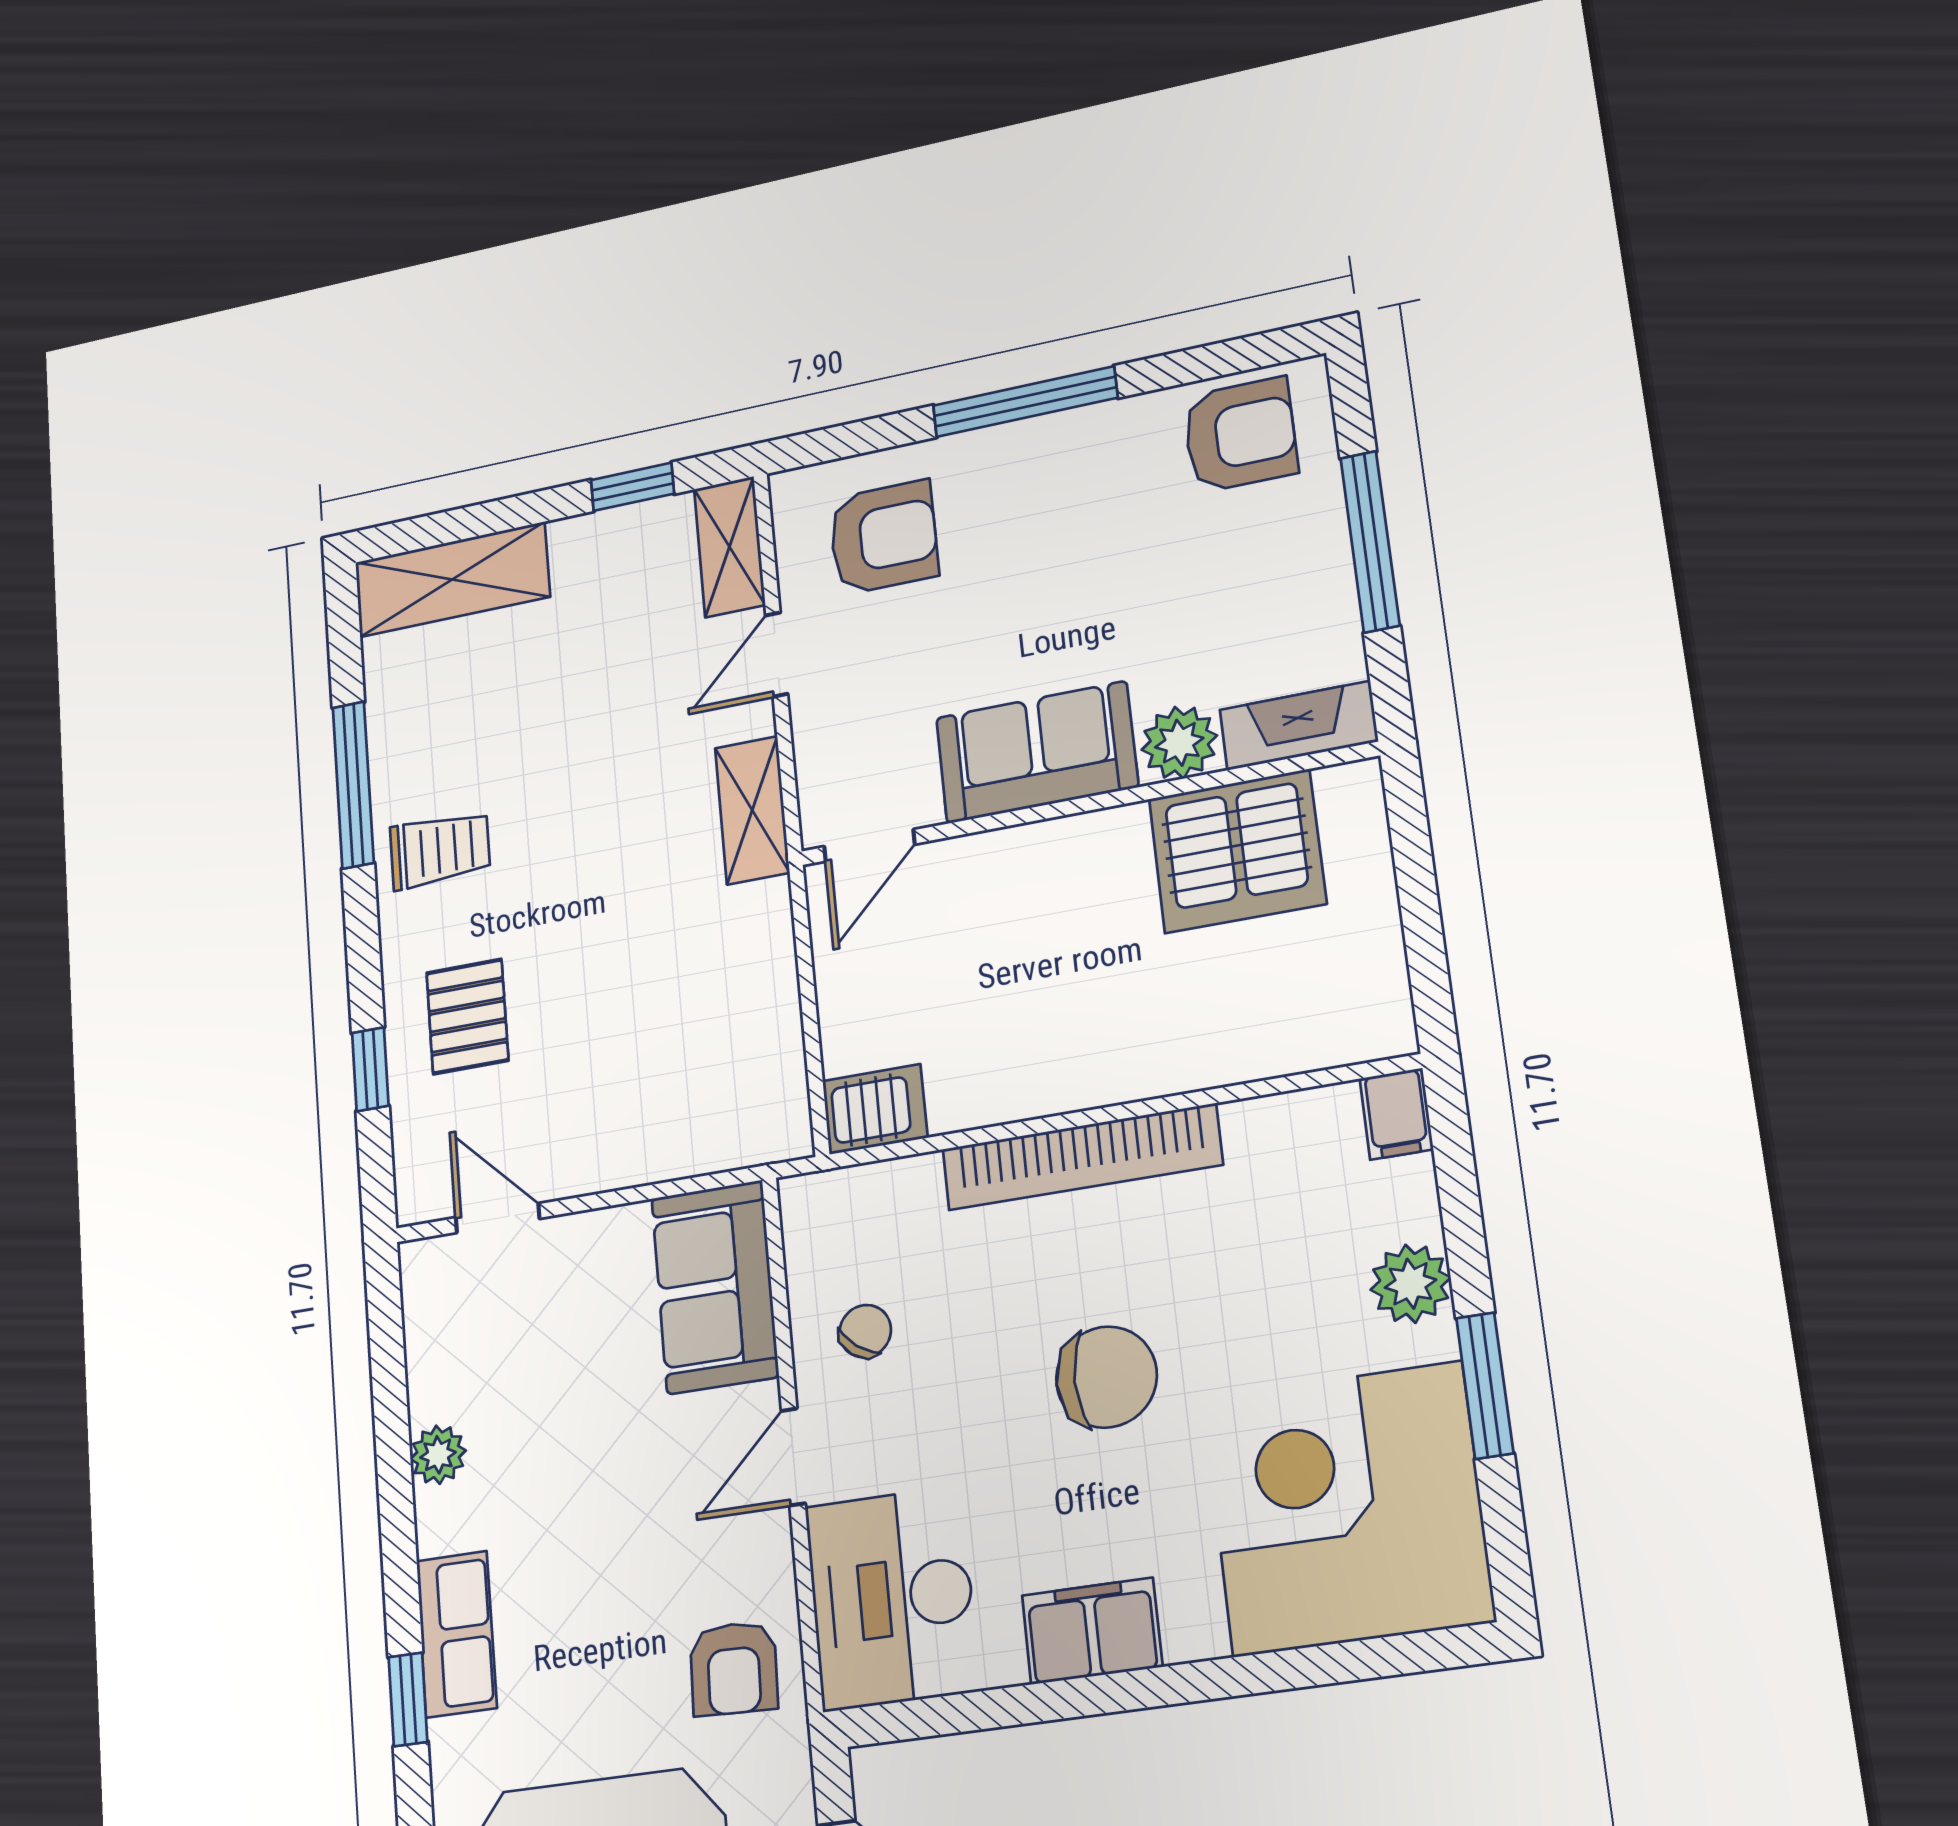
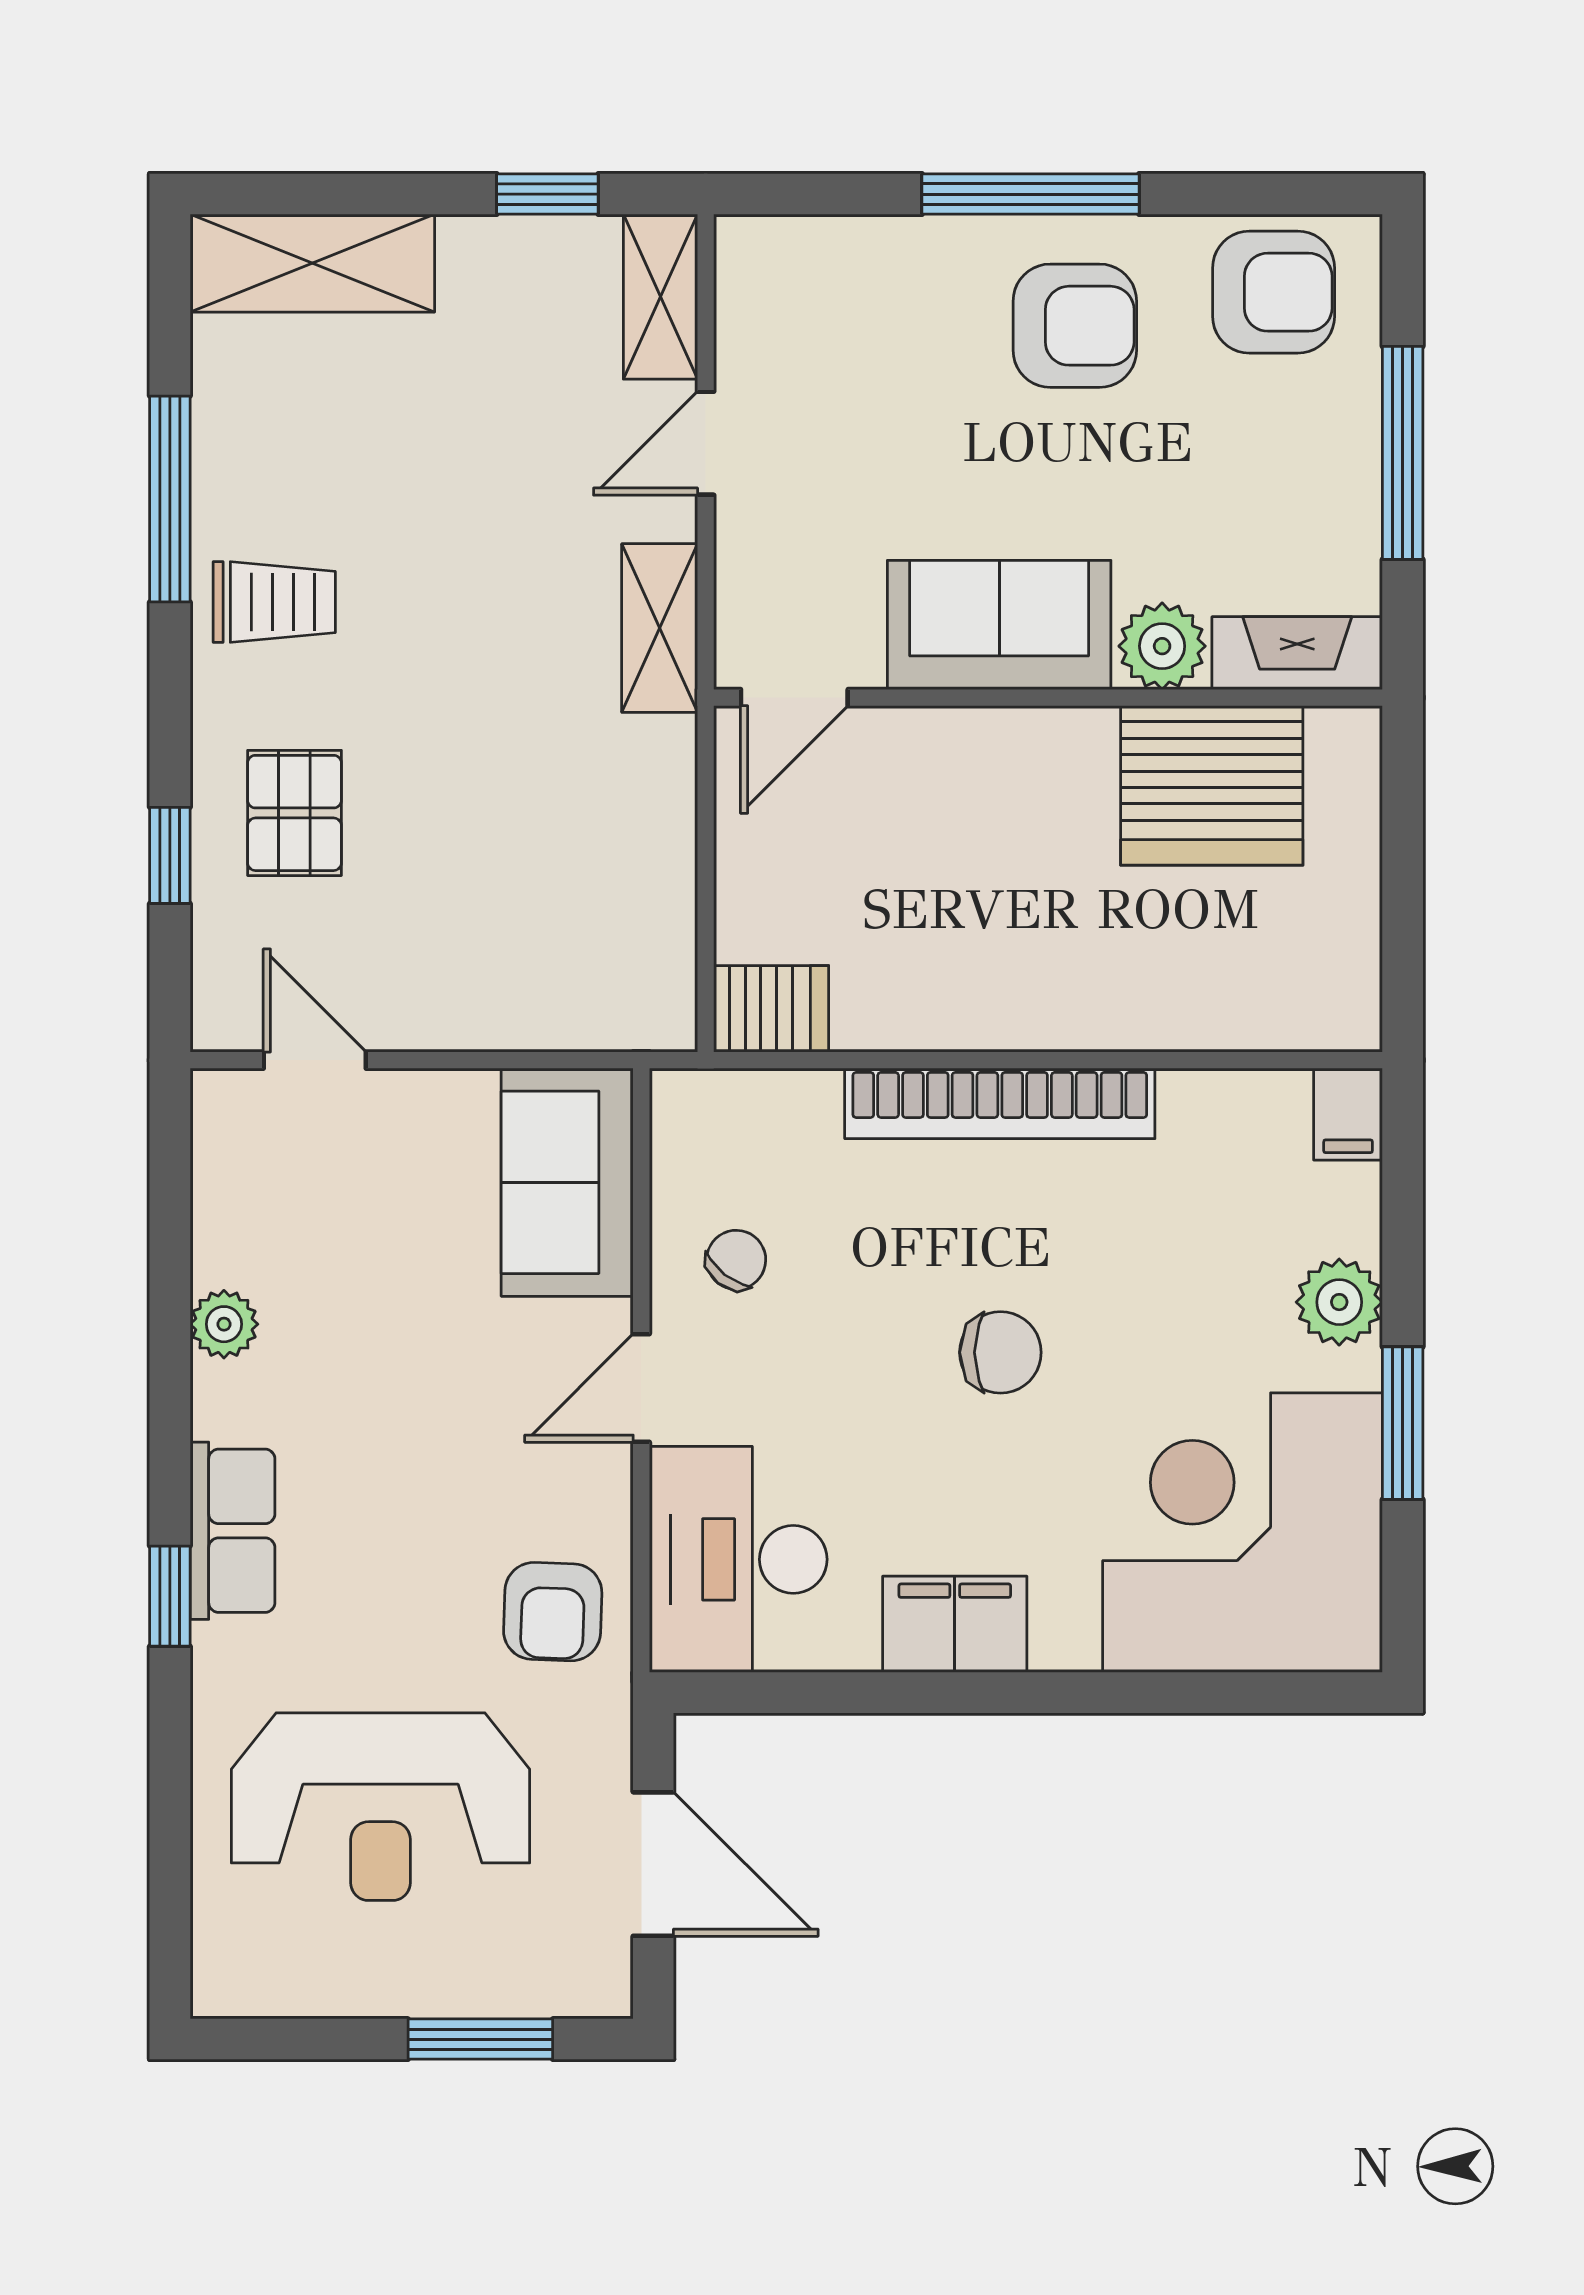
armchair: (884, 537) -> (1075, 326), moved
chair: (1106, 1377) -> (1000, 1352), width x0.73, depth x0.73

